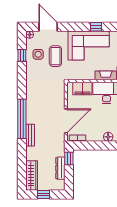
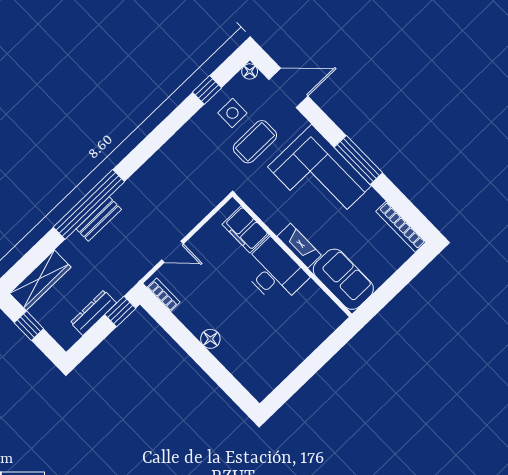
door: (48, 27) -> (288, 88), hinge flipped
window: (96, 27) -> (358, 160), width x2.17
window: (22, 119) -> (89, 204), moved
door: (66, 121) -> (172, 252), width x0.53

